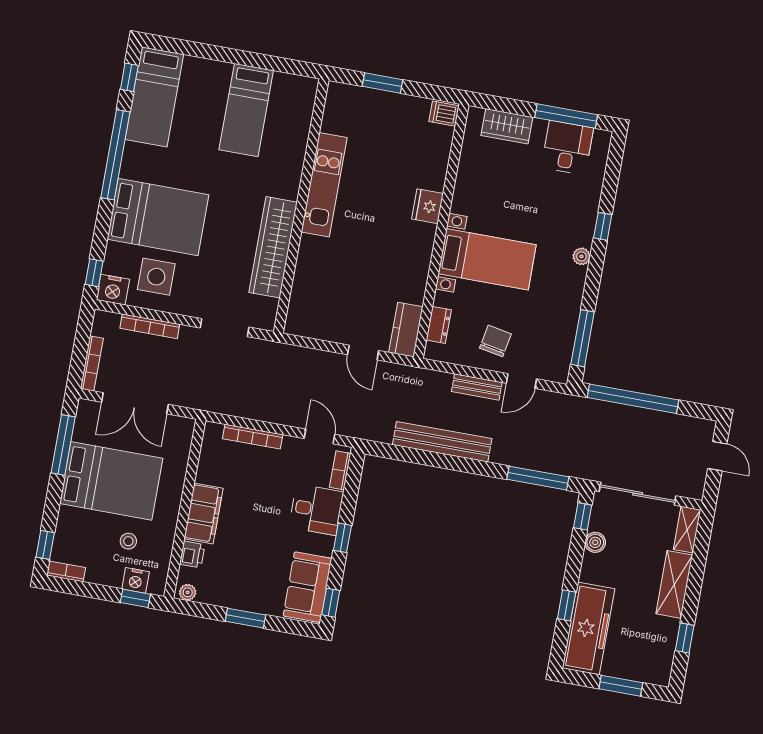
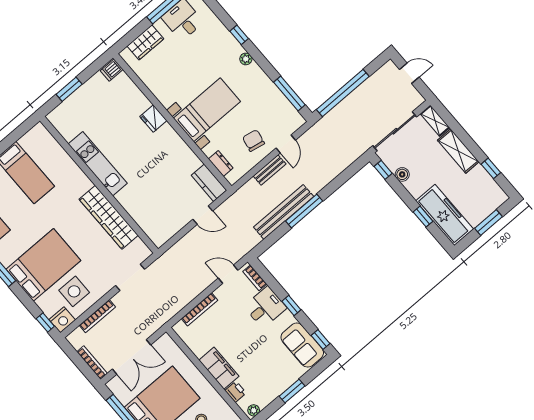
window: (538, 478) -> (304, 211), moved

